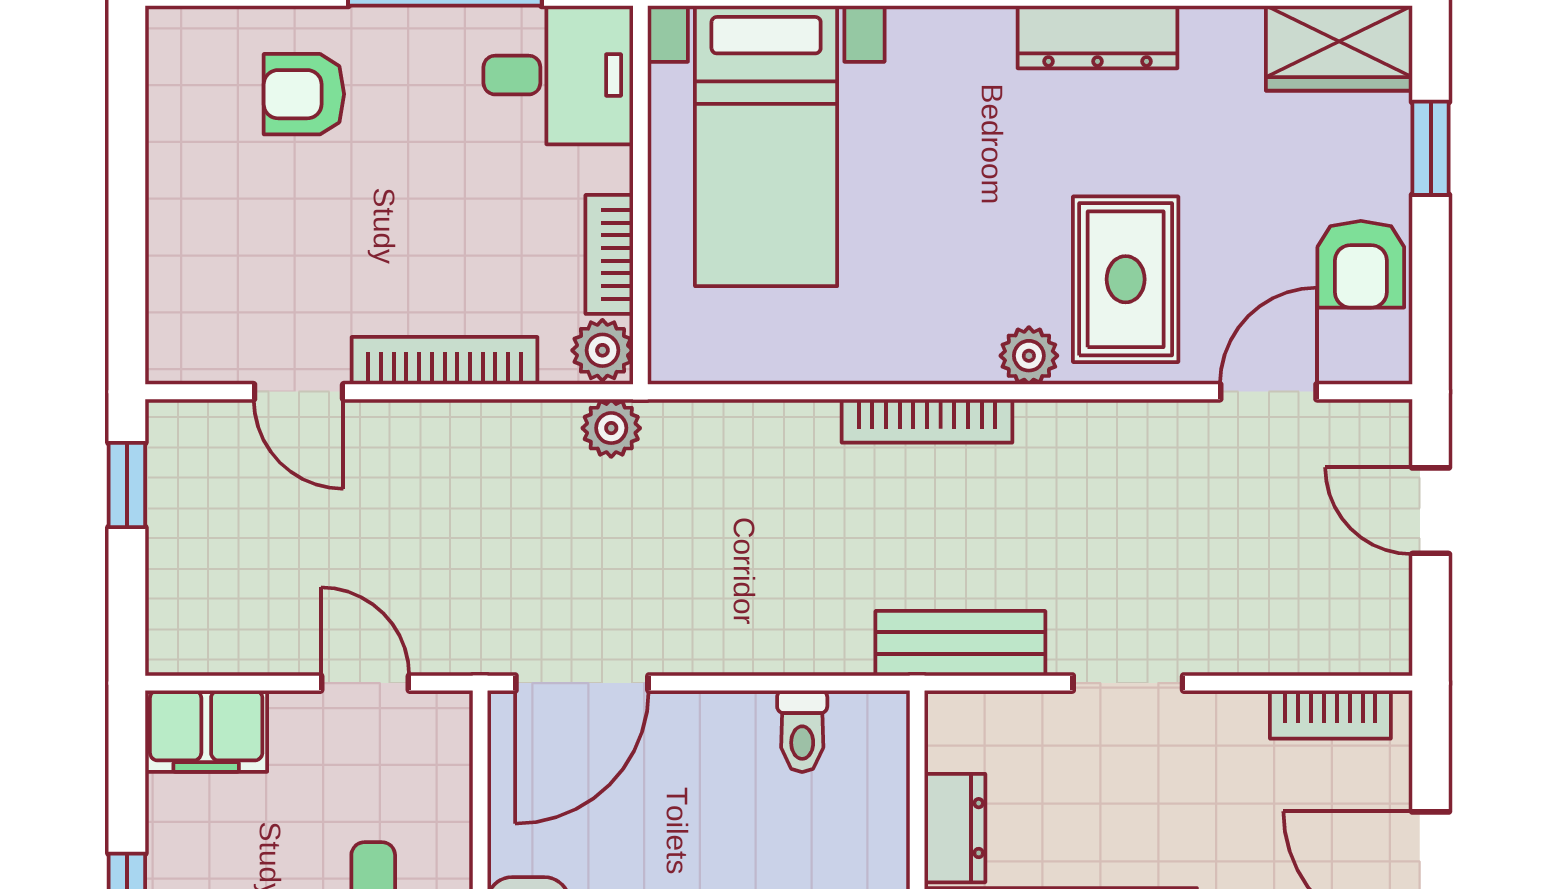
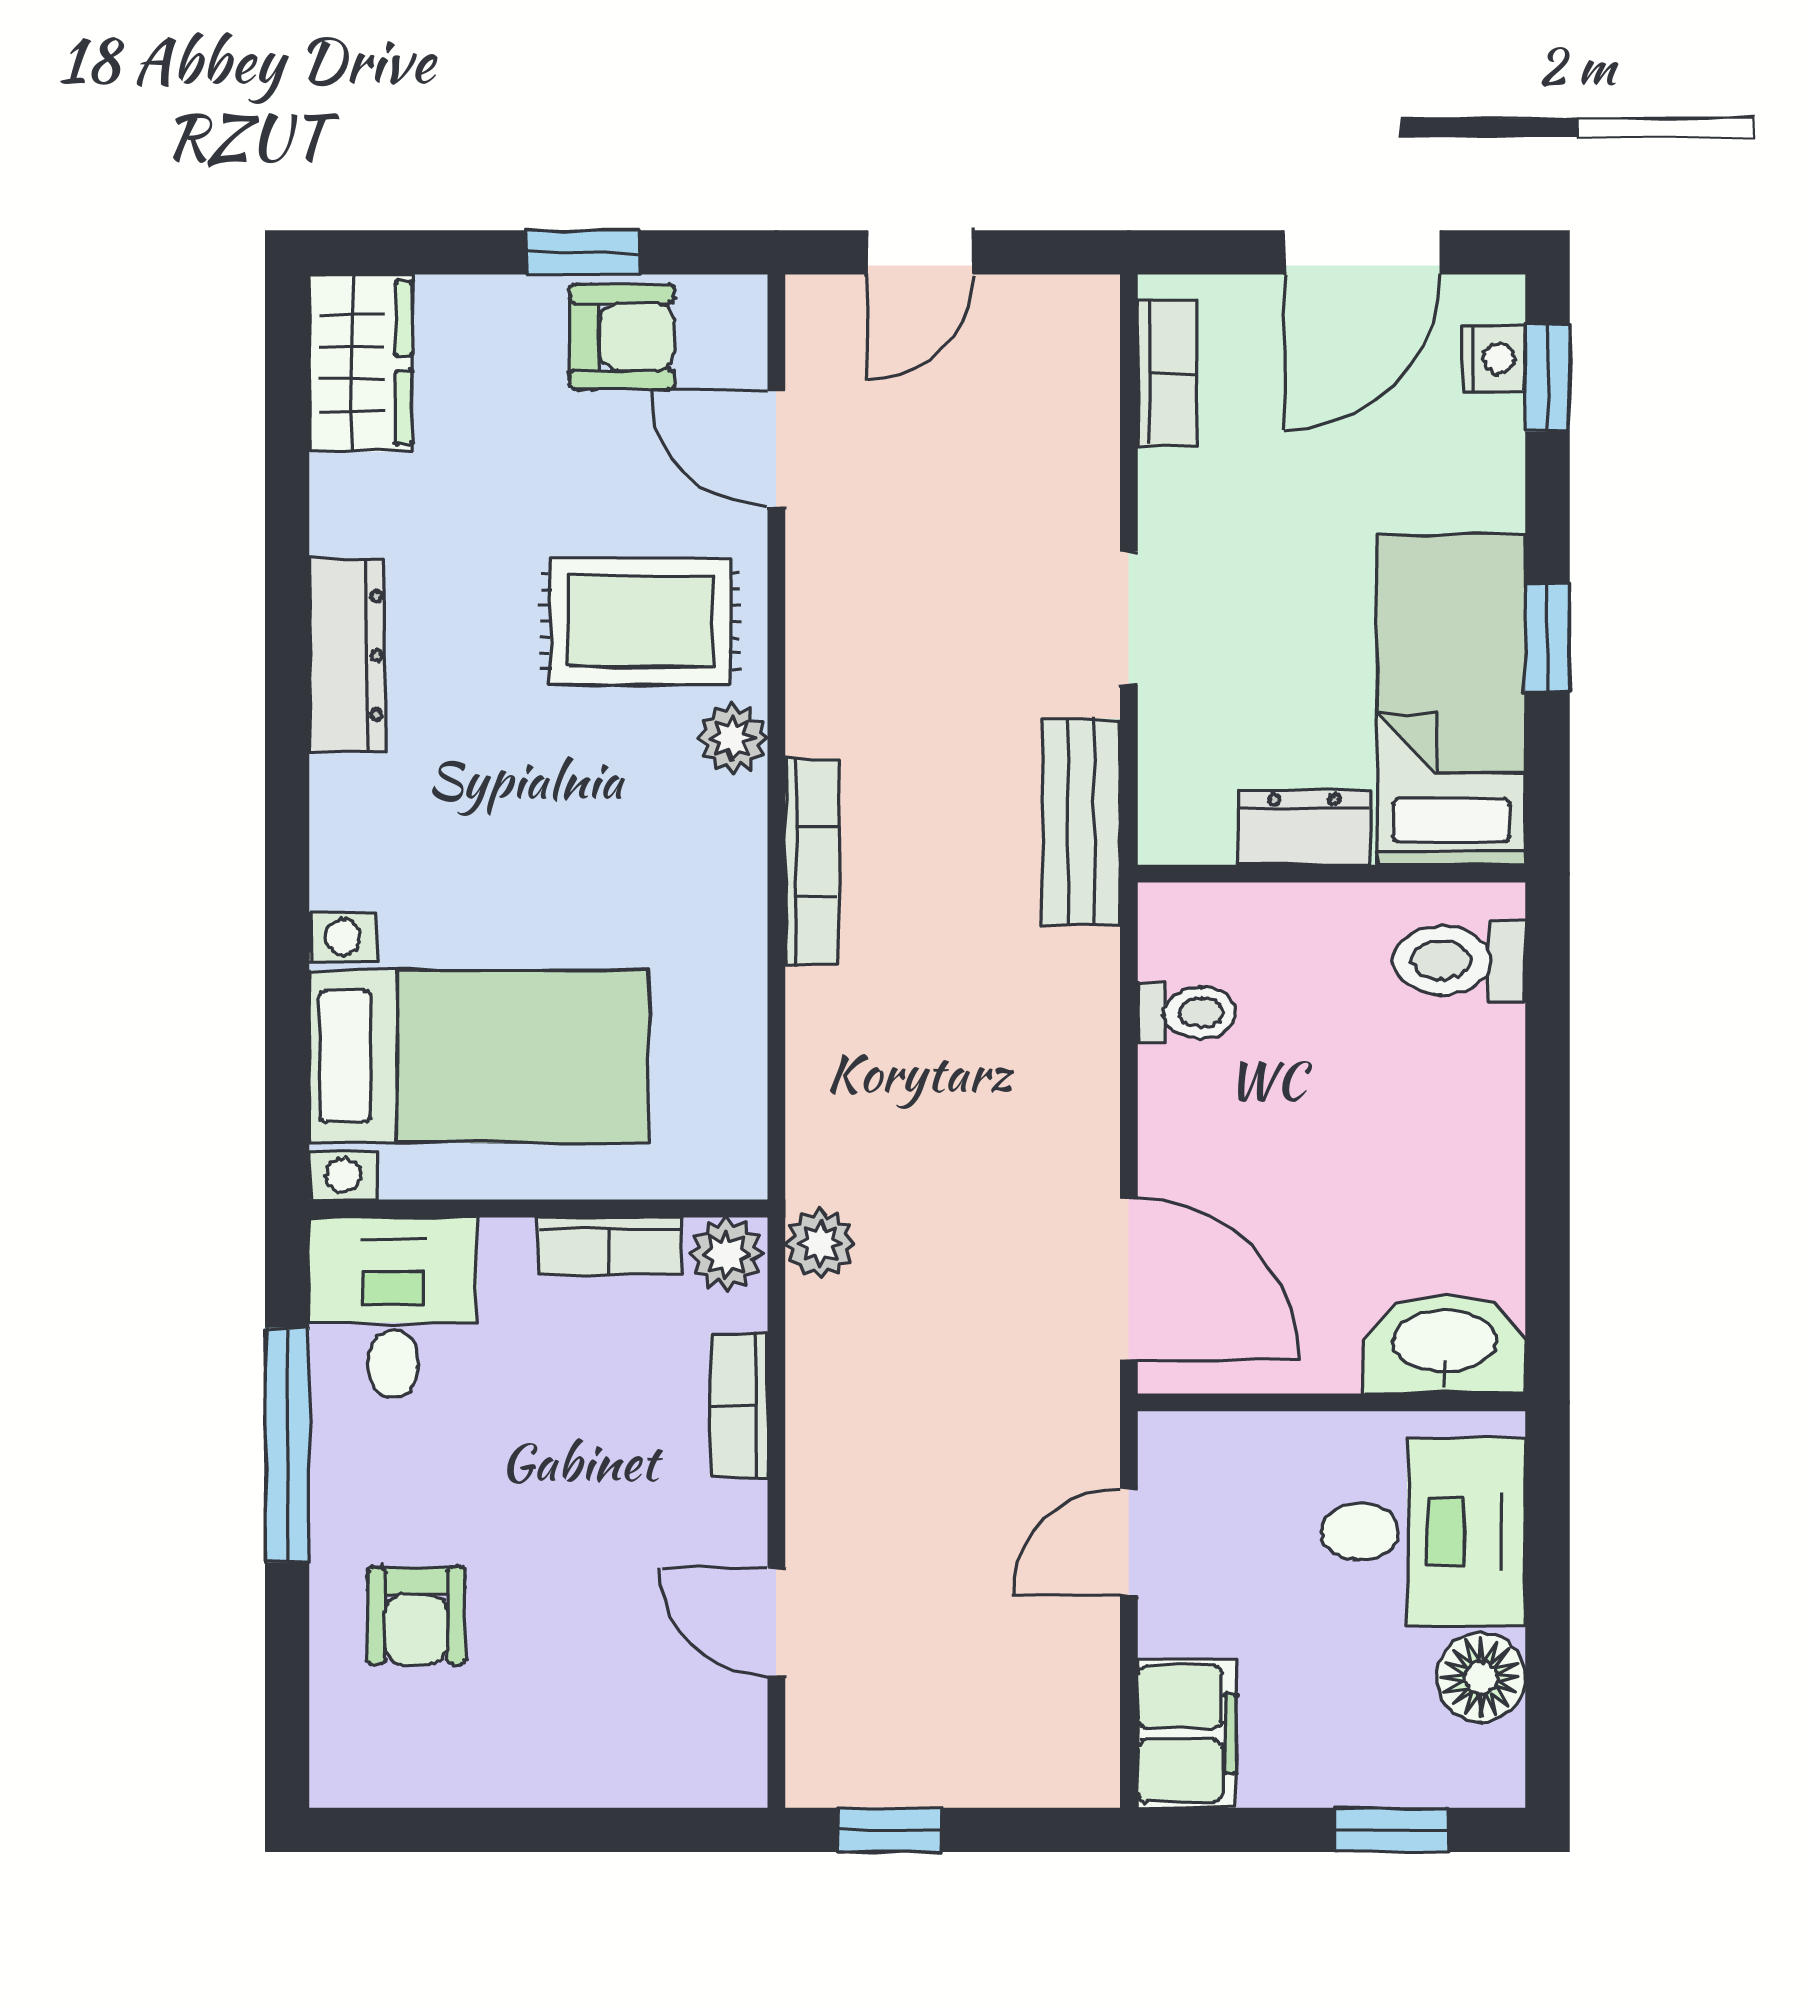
window: (1431, 148) -> (583, 252), moved
bookcase: (445, 361) -> (739, 1405), width x0.64
door: (299, 392) -> (776, 1622), swing flipped

